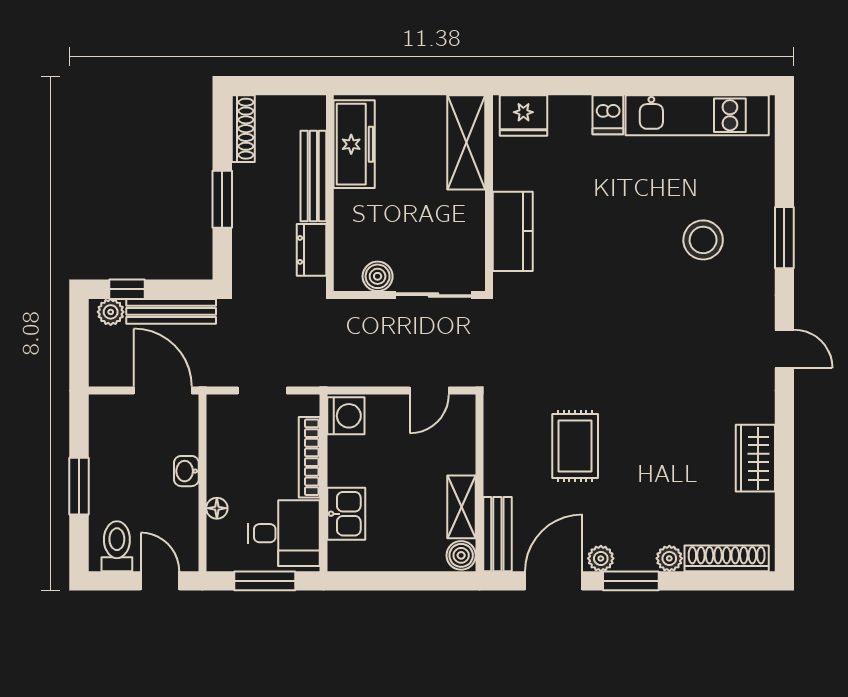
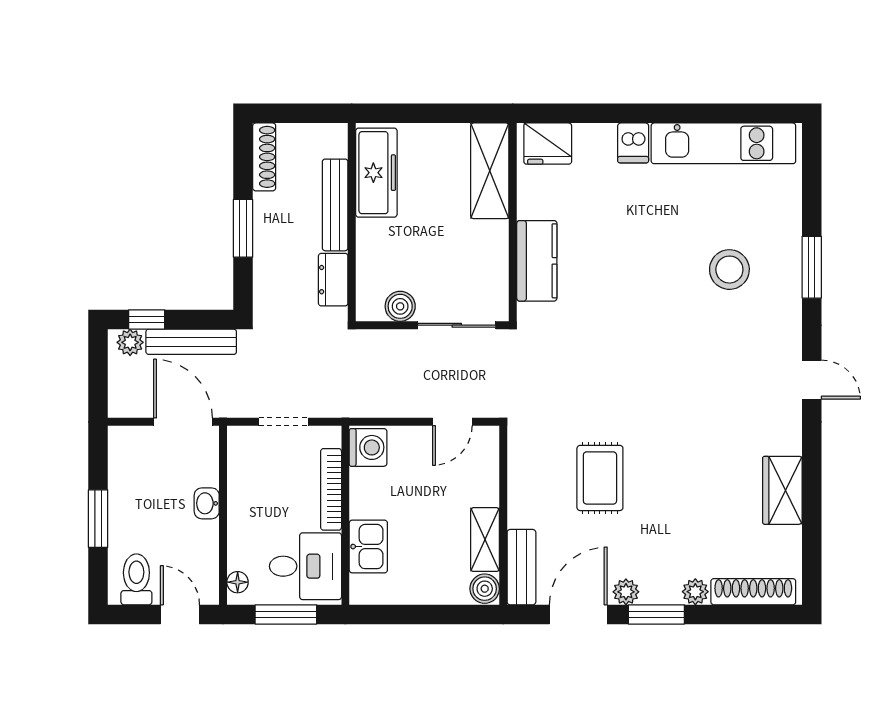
floor lamp: (217, 508) -> (238, 582), moved

